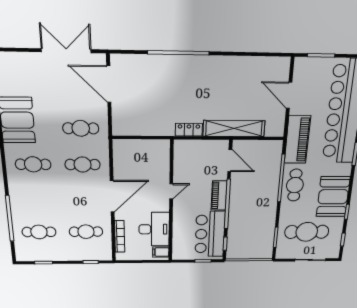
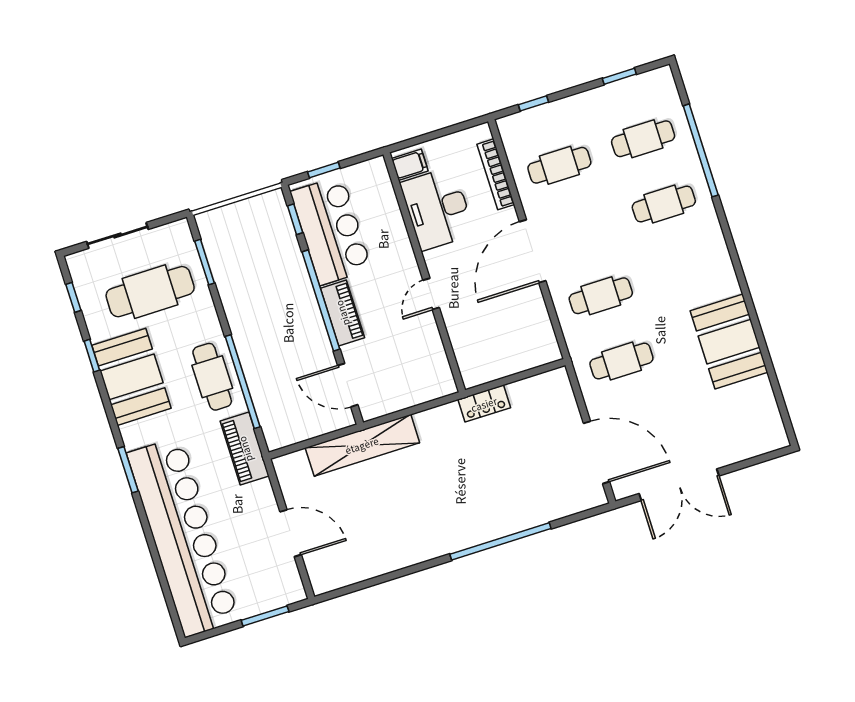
locker: (189, 130) -> (484, 404), moved
piano: (297, 140) -> (245, 449), width x0.73, depth x0.75
cafe table: (33, 164) -> (664, 204), moved

